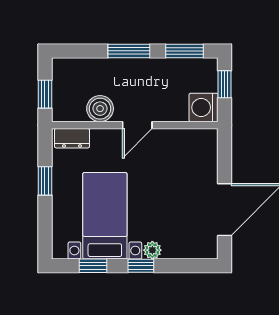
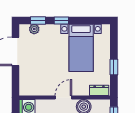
plant: (152, 250) -> (34, 29), moved
window: (93, 266) -> (38, 20), moved

